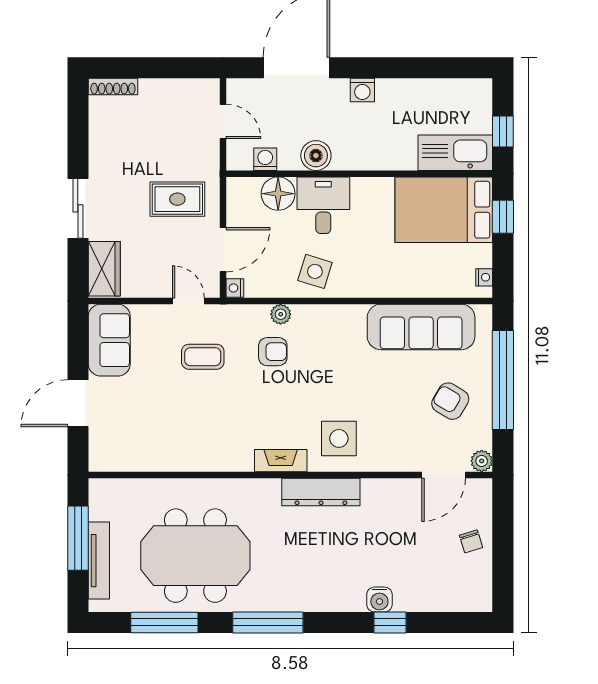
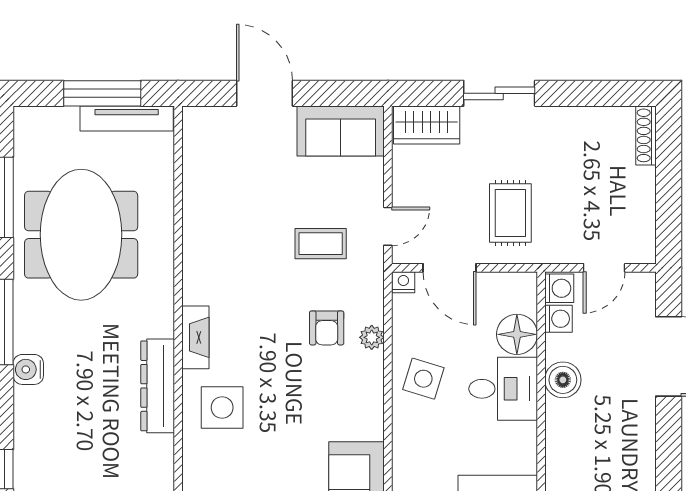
washing machine: (362, 90) -> (559, 288), moved, turned 180
coffee table: (203, 357) -> (321, 244), turned 90
tv unit: (99, 561) -> (127, 118), moved
water cooler: (379, 599) -> (28, 369), moved

